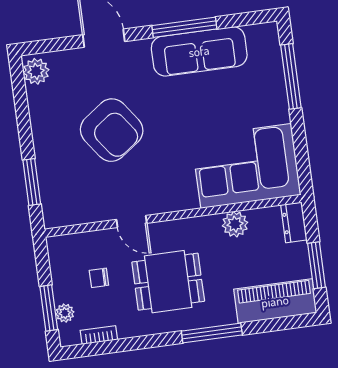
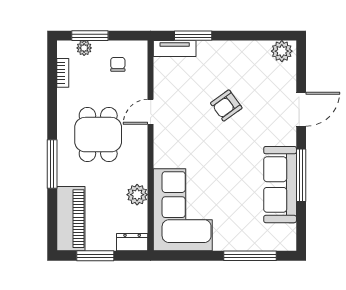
armchair: (112, 130) -> (226, 106), width x0.53, depth x0.53
tv unit: (51, 202) -> (175, 49), added
chair: (99, 278) -> (118, 64), moved

